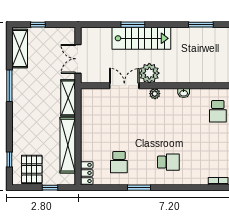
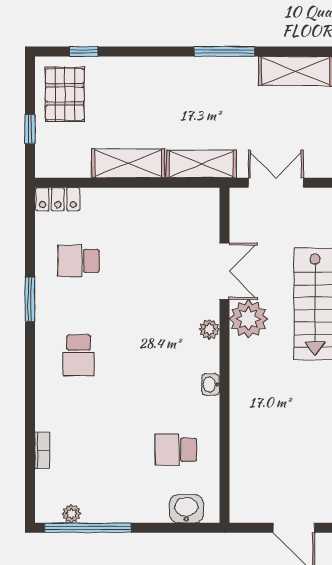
shelving: (68, 145) -> (128, 163), width x0.68
pallet: (32, 169) -> (65, 94), turned 90

